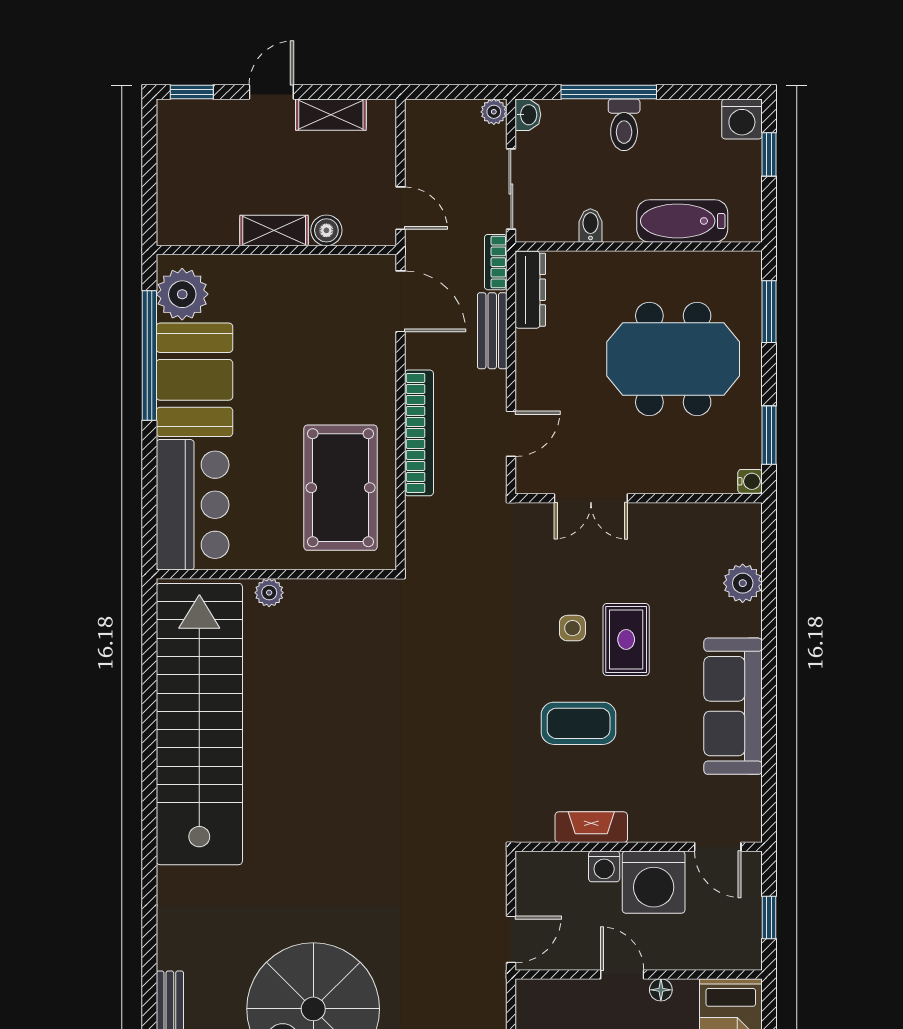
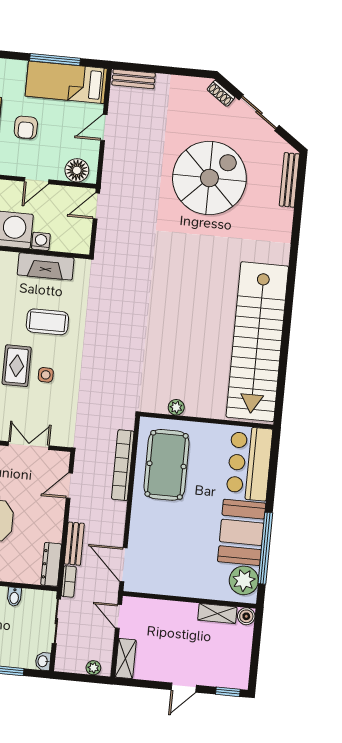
plant: (494, 112) -> (93, 668), moved
shelving: (331, 115) -> (126, 658), moved, turned 90
shelving: (274, 230) -> (217, 613), moved
boiler: (326, 230) -> (246, 616), moved
bookcase: (419, 433) -> (123, 465), moved
plant: (269, 593) -> (176, 407), moved
fireplace: (591, 827) -> (46, 266), width x1.37, depth x1.32
door: (622, 974) -> (37, 181), hinge flipped
floor lamp: (661, 990) -> (77, 170), moved, width x1.89, depth x1.89

